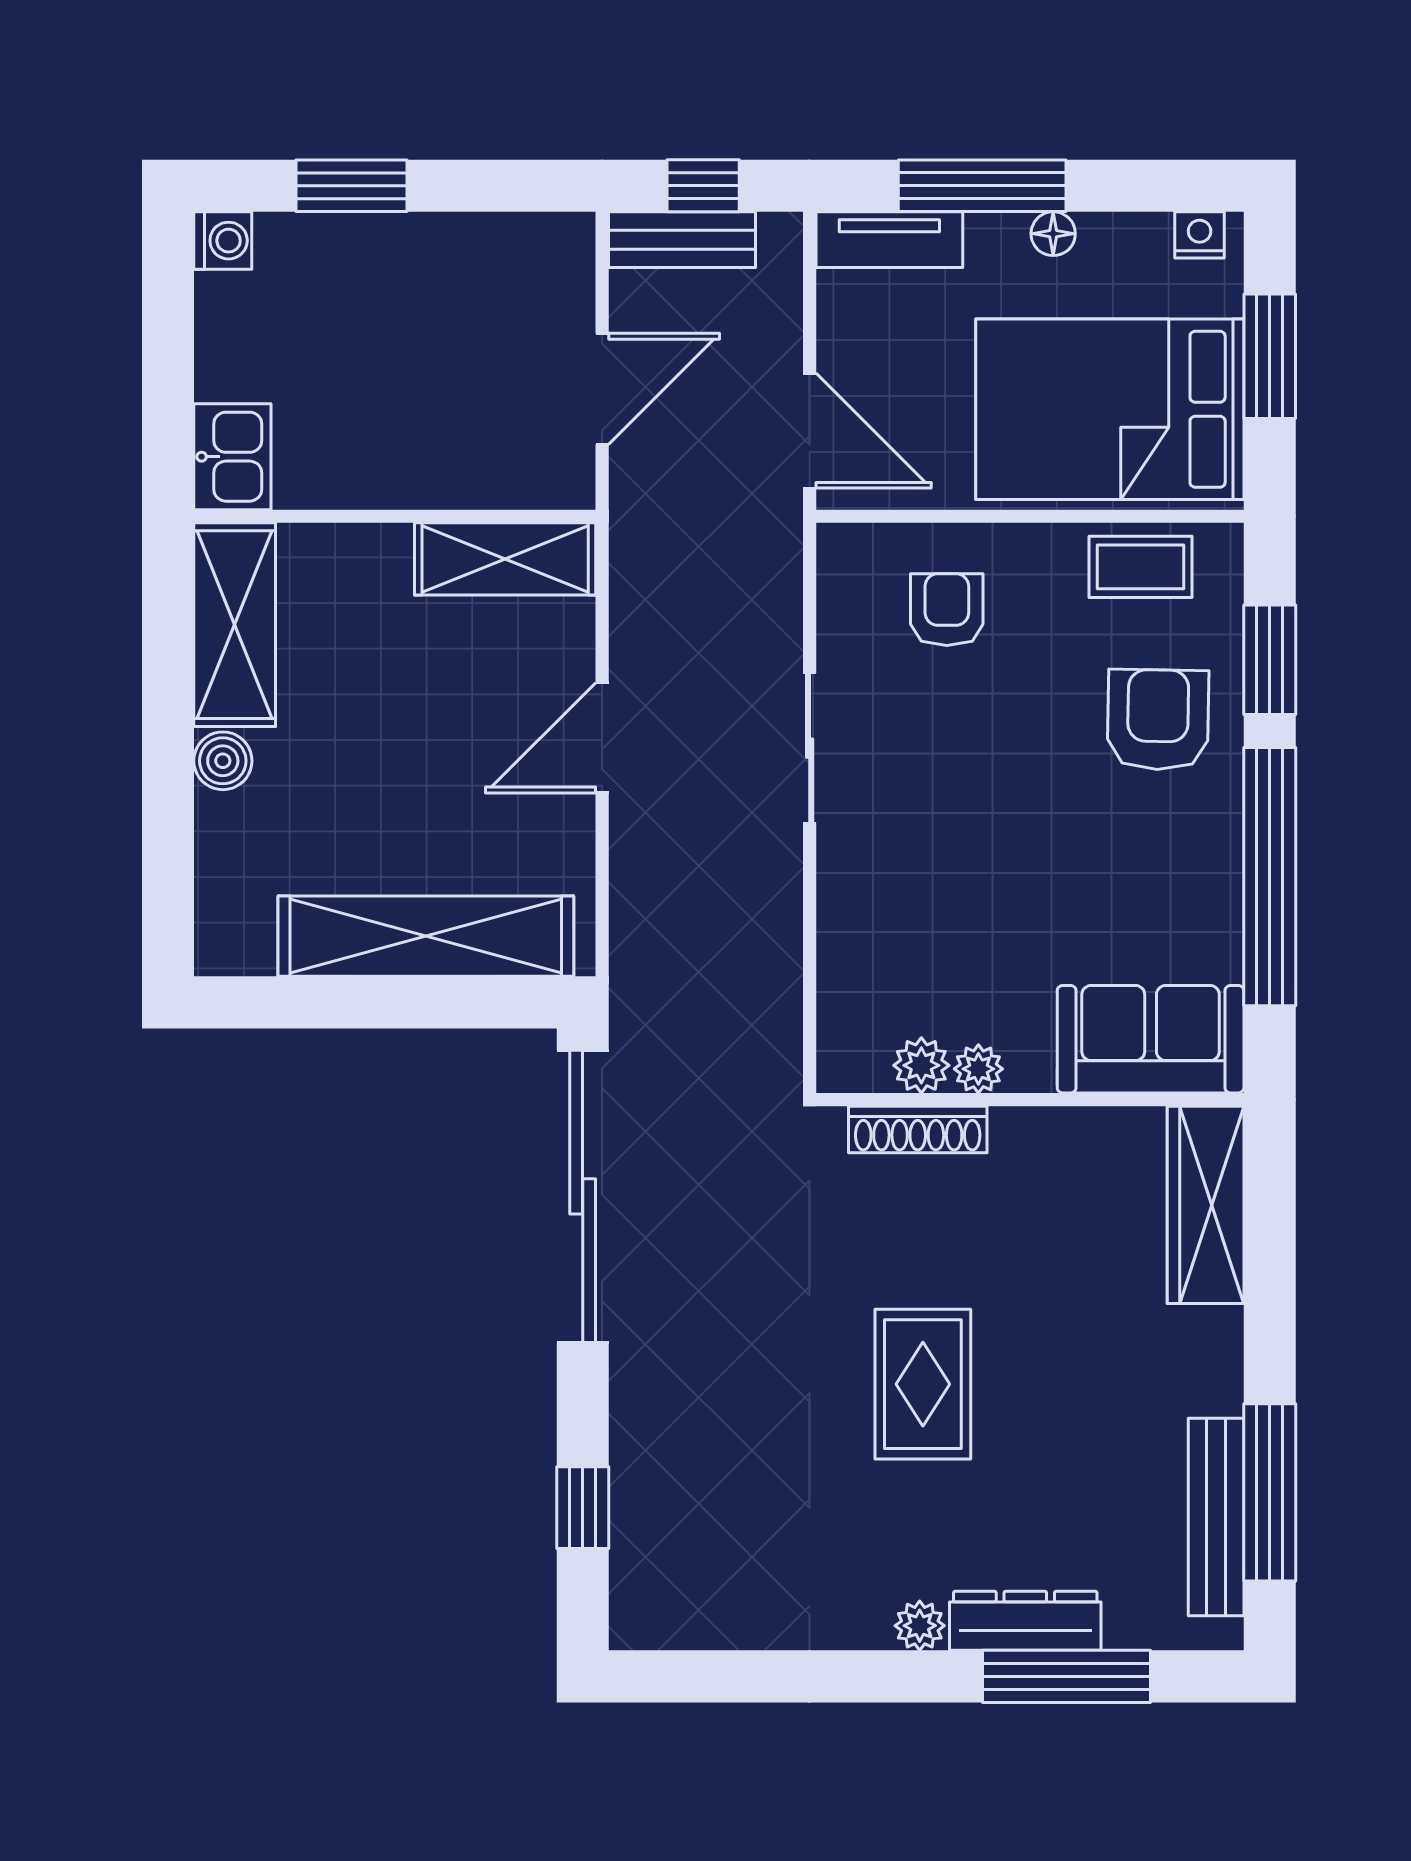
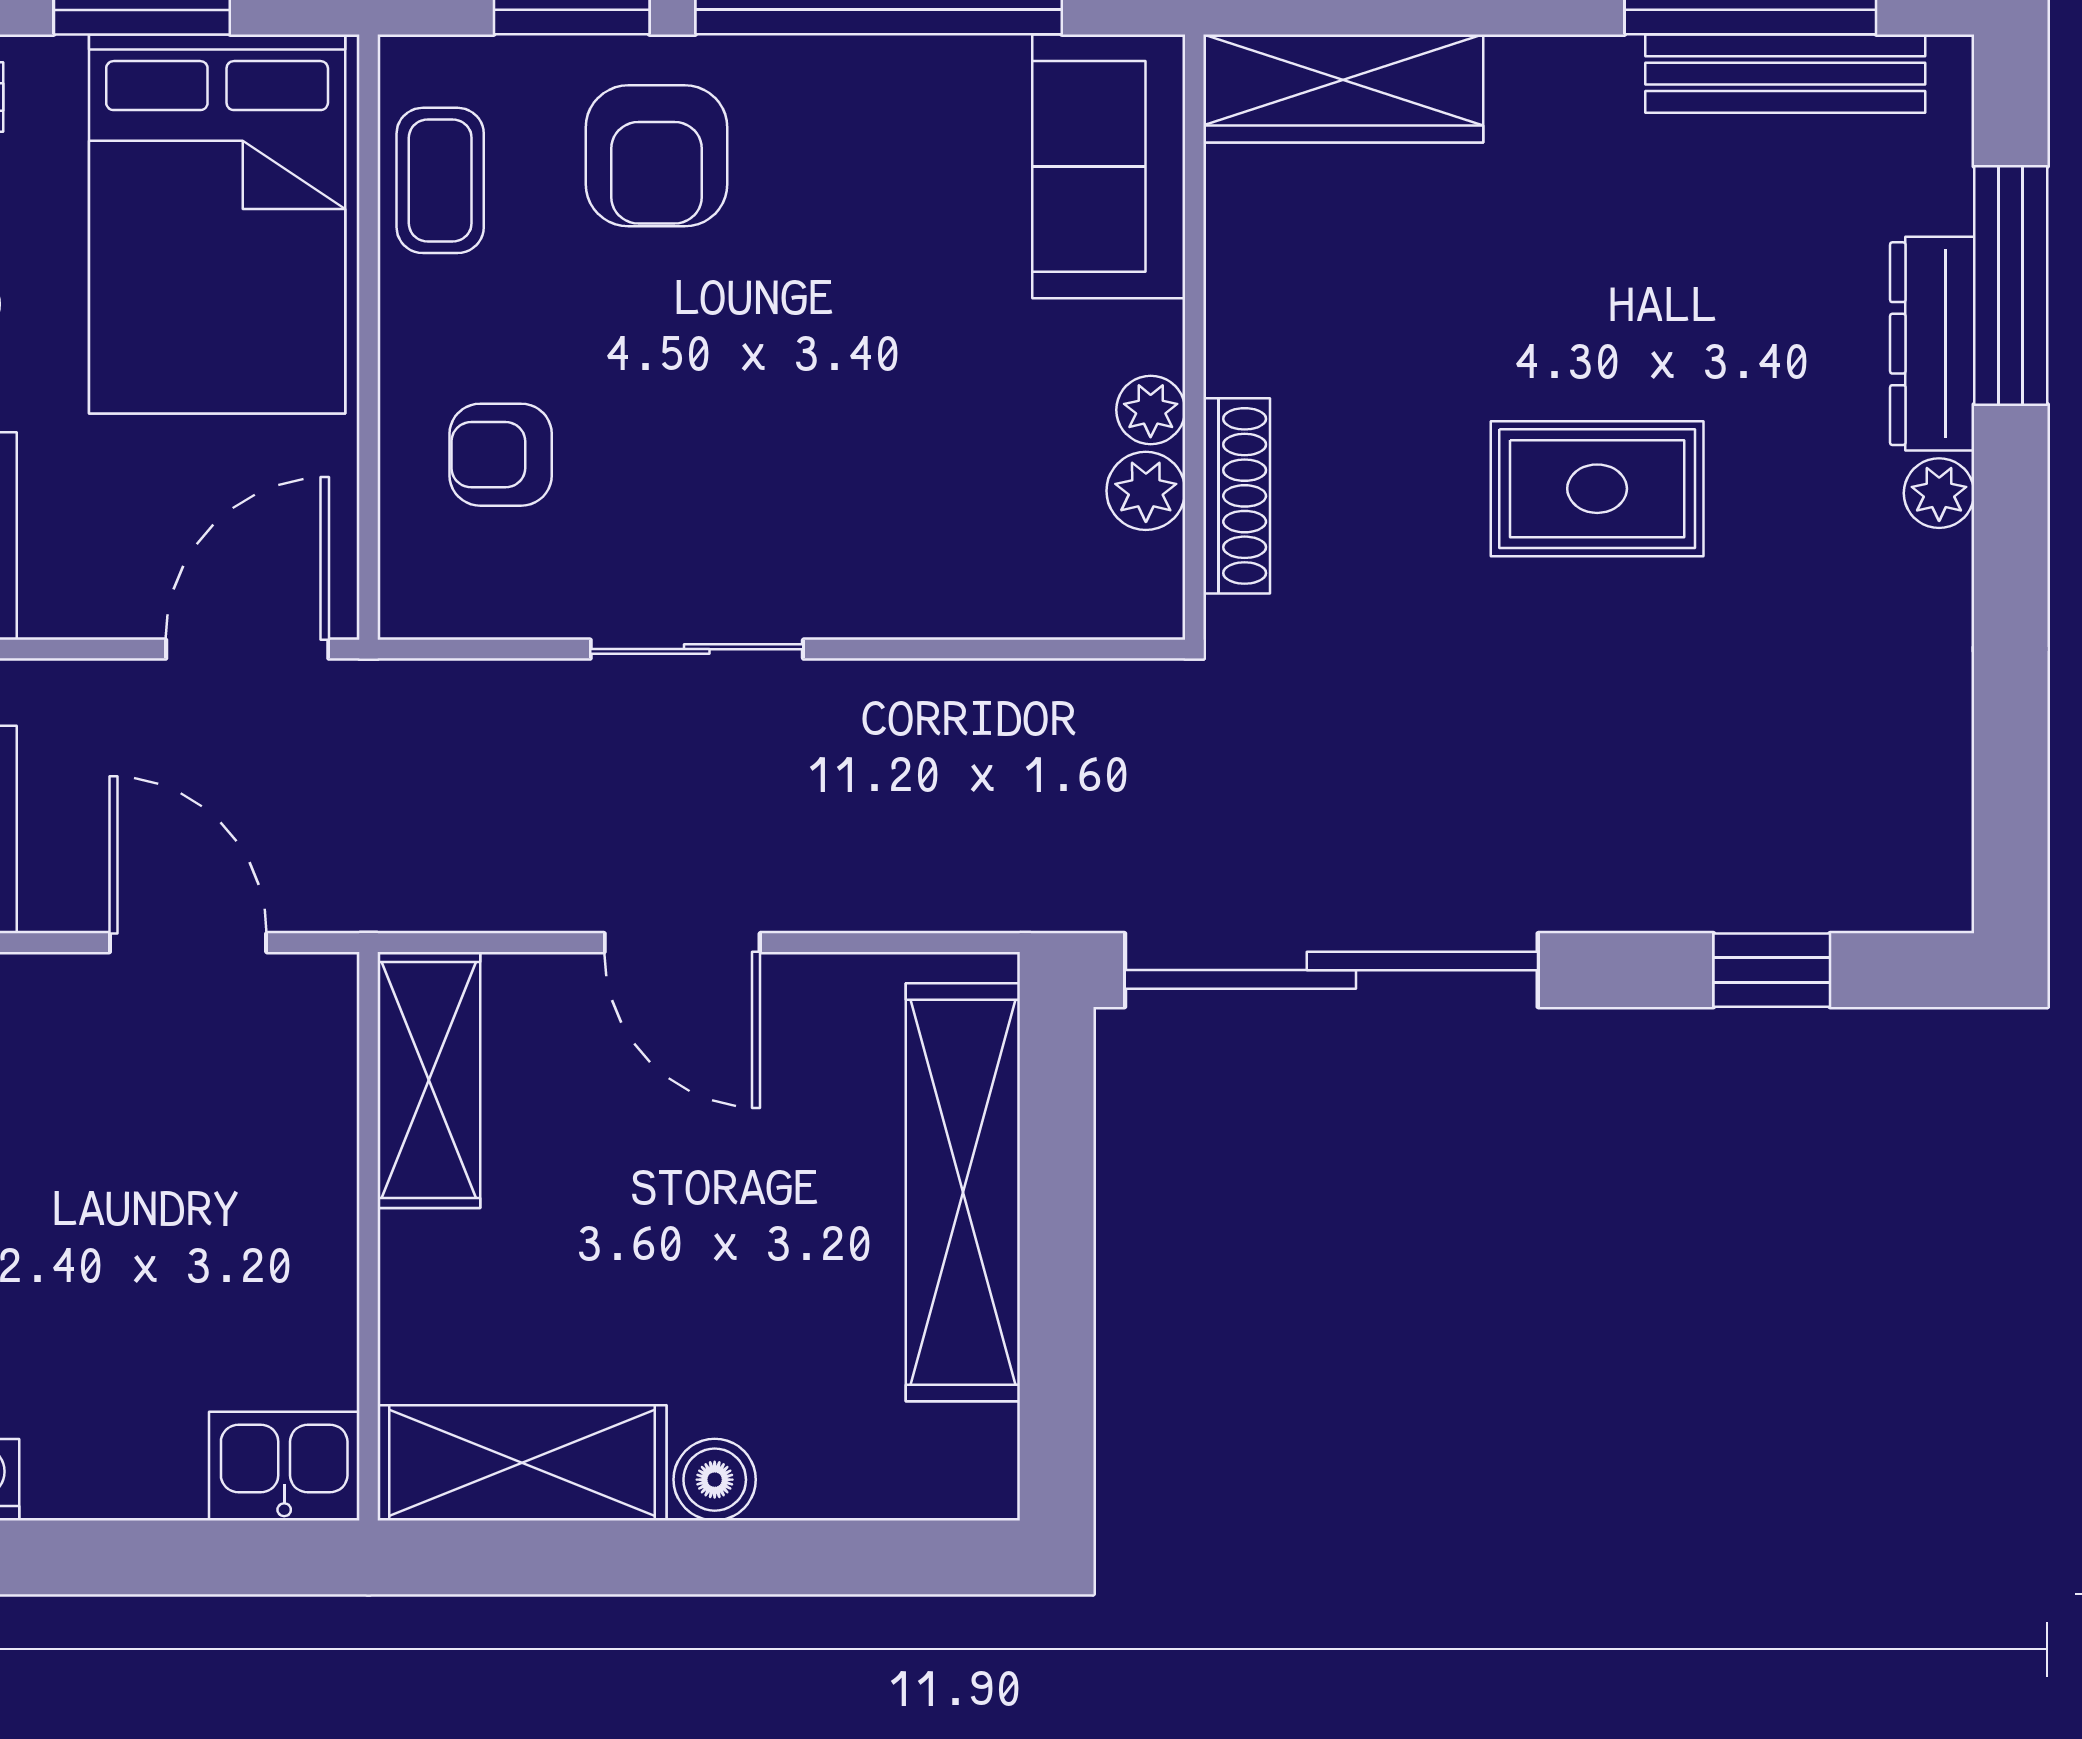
armchair: (1158, 720) -> (657, 156), turned -91

